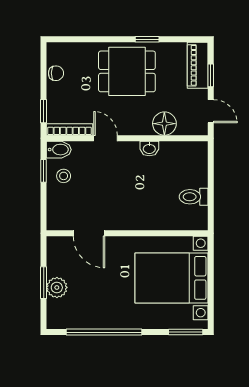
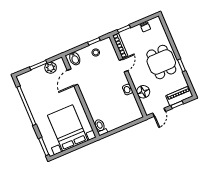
bidet: (59, 150) -> (75, 59), moved
toilet: (194, 197) -> (100, 127), moved
plant: (57, 287) -> (51, 68), moved

